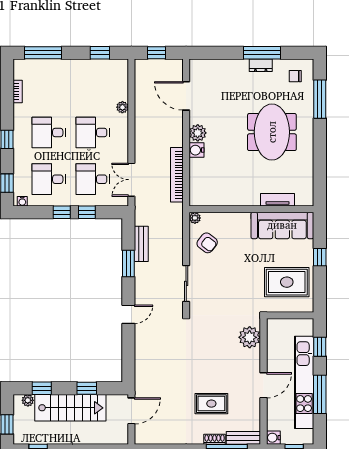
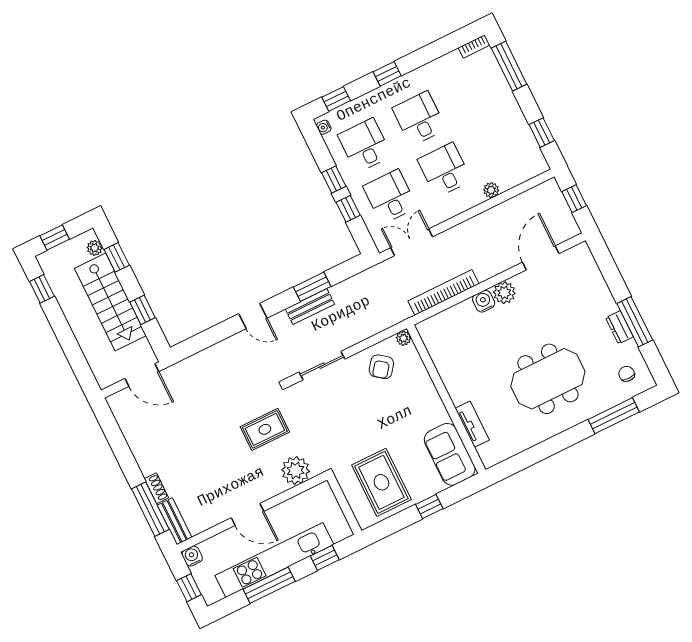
bookcase: (18, 91) -> (474, 46), moved
sofa: (282, 225) -> (450, 454), width x0.73
bench: (141, 244) -> (310, 307), moved
rug: (211, 404) -> (265, 429), moved, turned 90

